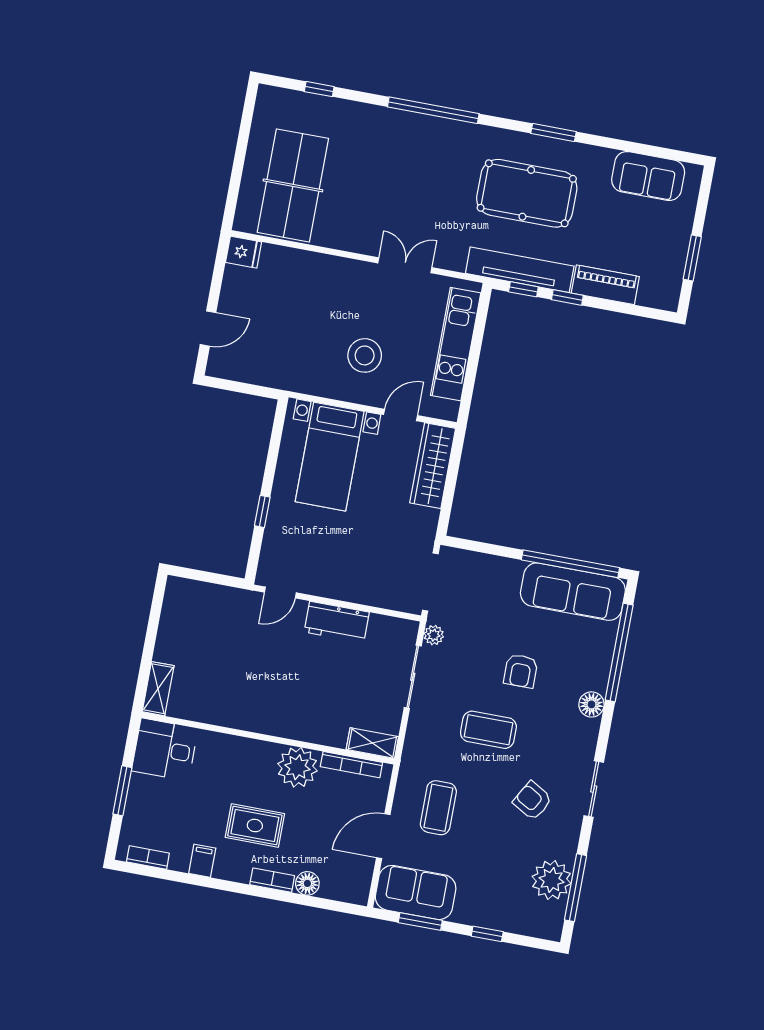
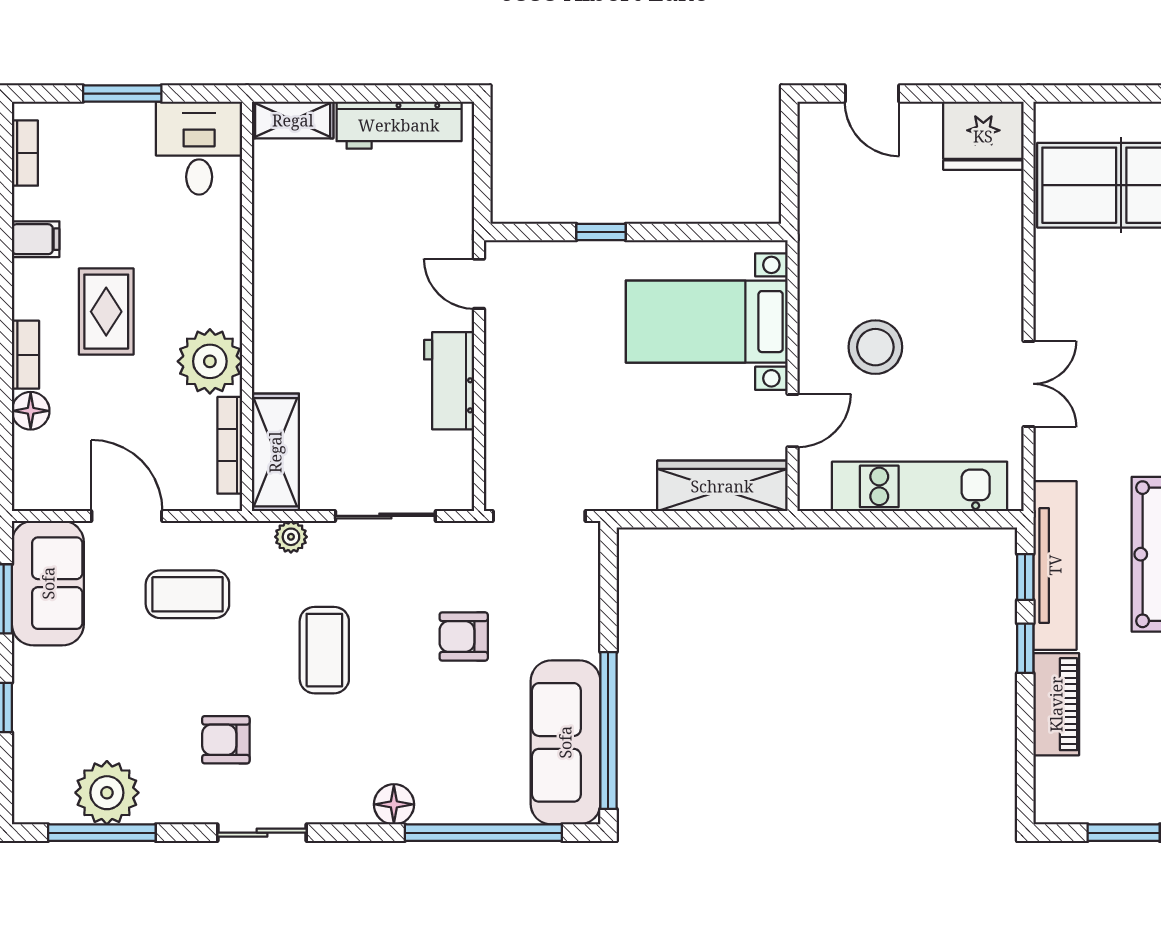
fridge: (244, 252) -> (983, 136), width x1.88, depth x1.34
door: (400, 415) -> (792, 421), hinge flipped
workbench: (173, 624) -> (399, 125), added
plant: (434, 635) -> (291, 537), moved
armchair: (521, 671) -> (464, 637), moved
shelving: (372, 743) -> (275, 452), width x1.50, depth x1.33
armchair: (532, 801) -> (226, 740), turned -120

